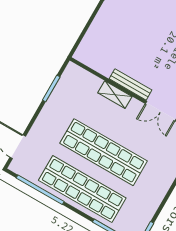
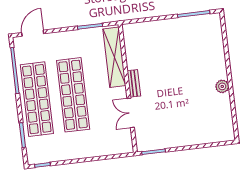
bench: (130, 84) -> (134, 83), width x0.73
shelving: (115, 95) -> (114, 57), width x2.20, depth x1.33

